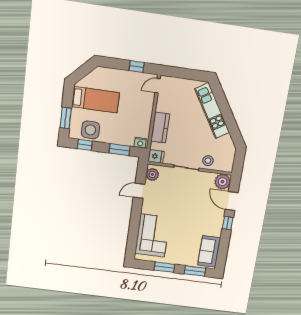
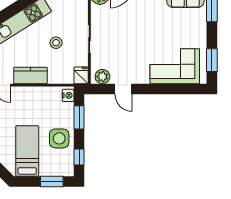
kitchen counter: (160, 128) -> (30, 75), moved
side table: (90, 130) -> (59, 138), moved
stool: (208, 161) -> (56, 43), moved
window: (164, 267) -> (212, 60), moved

